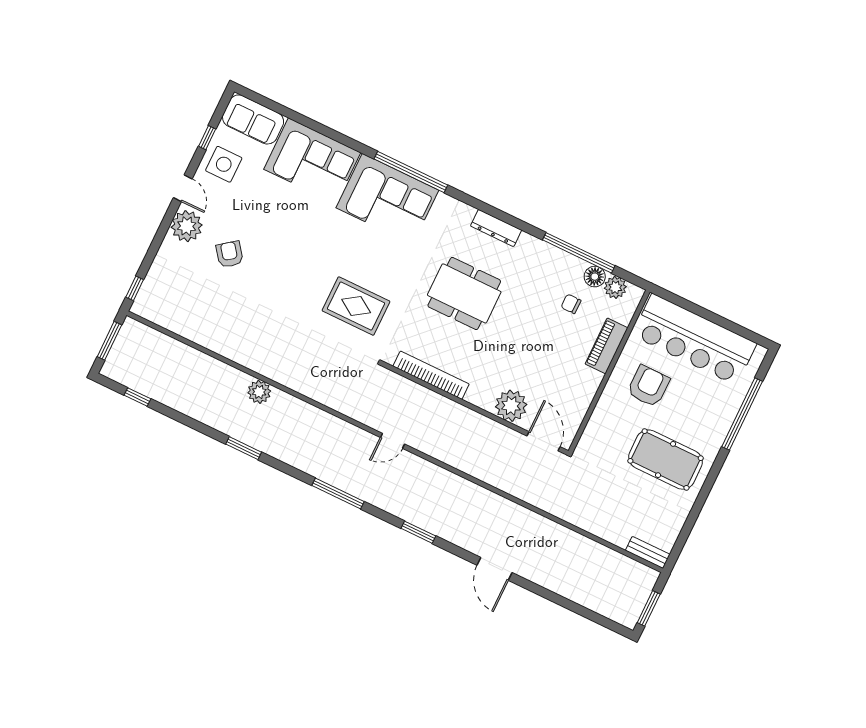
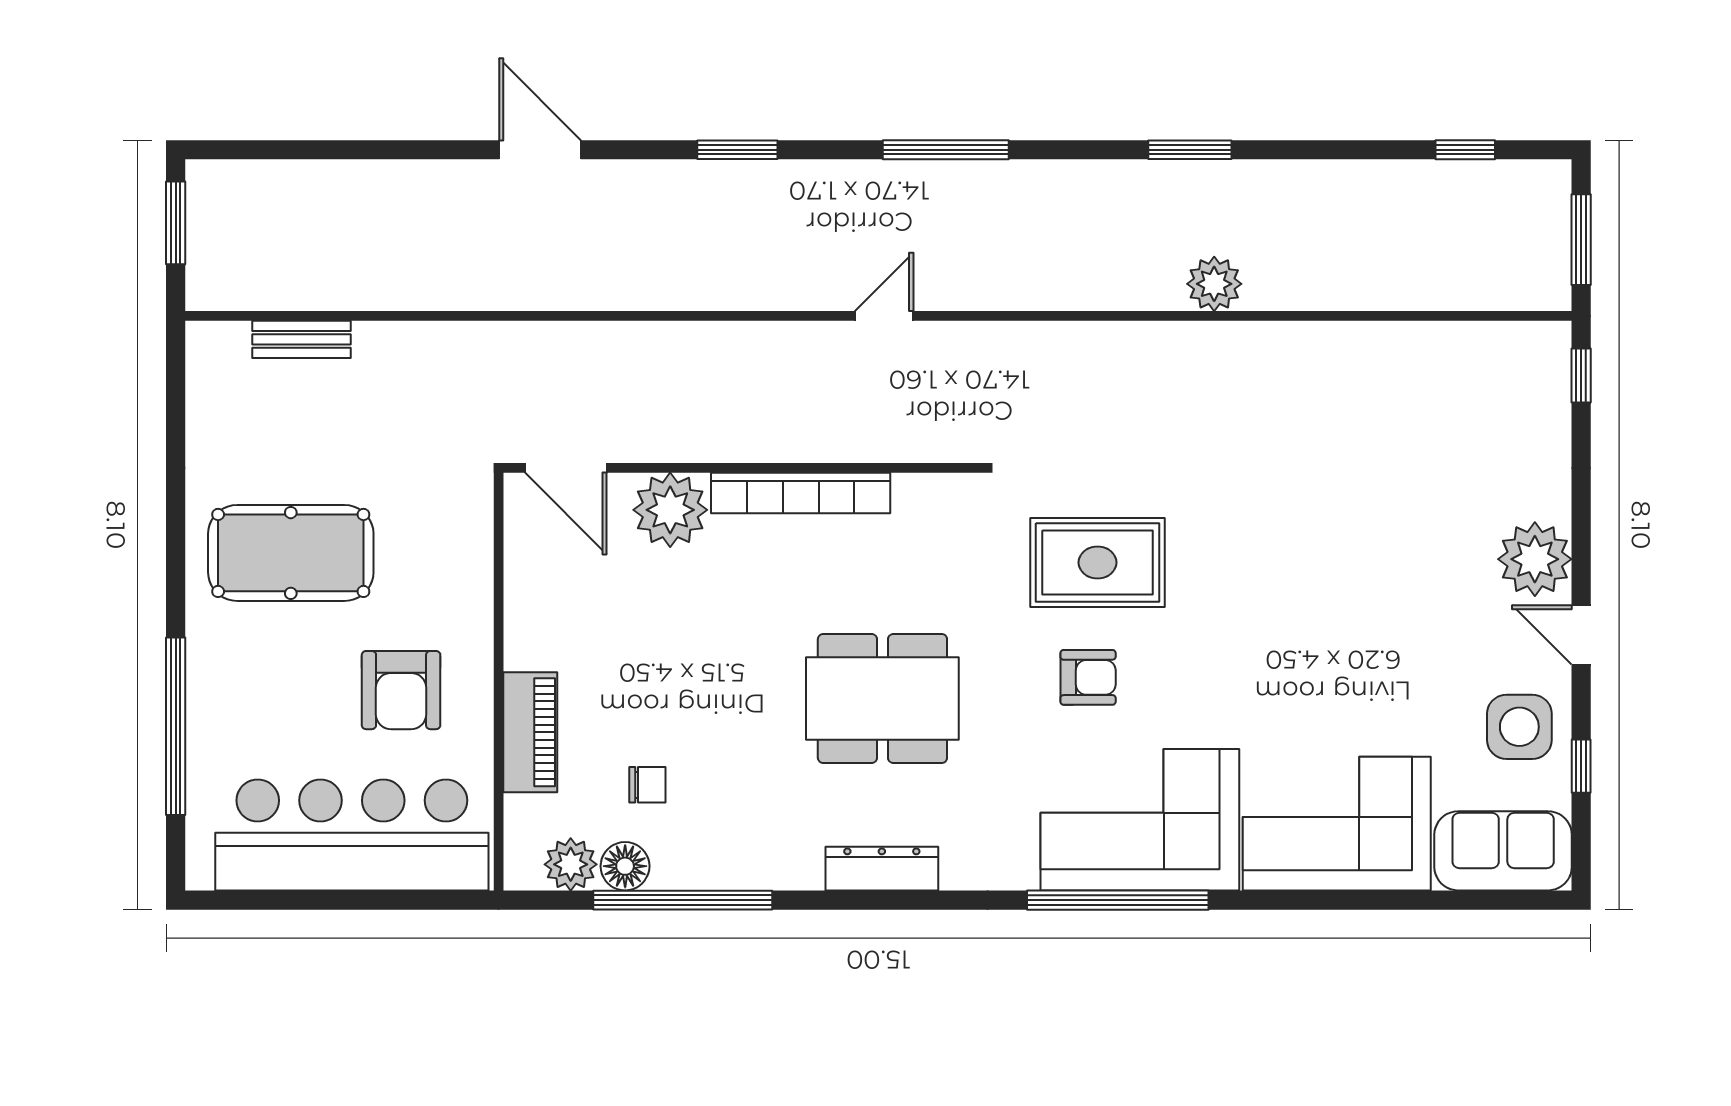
armchair: (230, 254) -> (1088, 677), moved, turned -53
bookcase: (431, 375) -> (801, 493), moved
bench: (648, 552) -> (301, 339), moved

